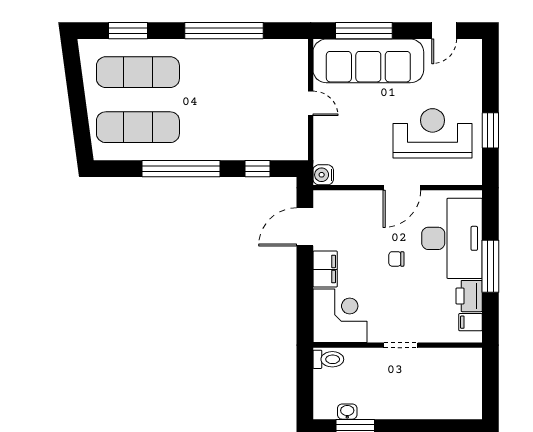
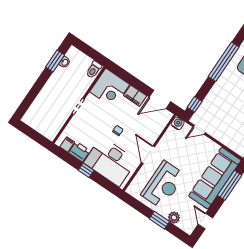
plant: (471, 83) -> (174, 217), added
door: (311, 103) -> (199, 130), moved
window: (490, 130) -> (159, 220), moved
window: (258, 169) -> (195, 104), moved
door: (305, 227) -> (160, 99), swing flipped
window: (490, 266) -> (86, 170), width x0.46

